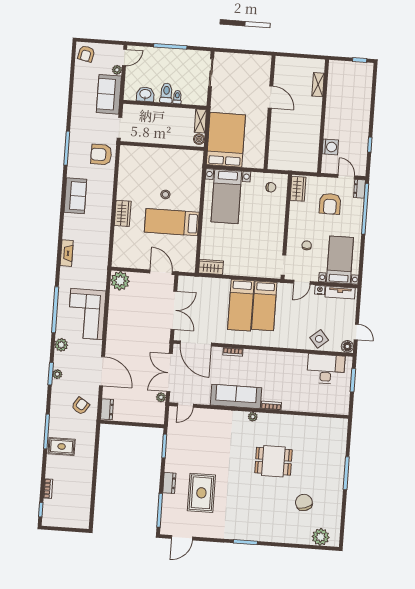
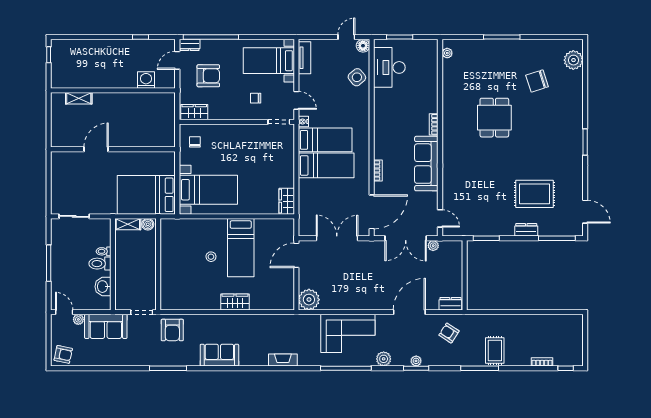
nightstand: (320, 290) -> (303, 121), moved
plant: (253, 417) -> (447, 53), moved

